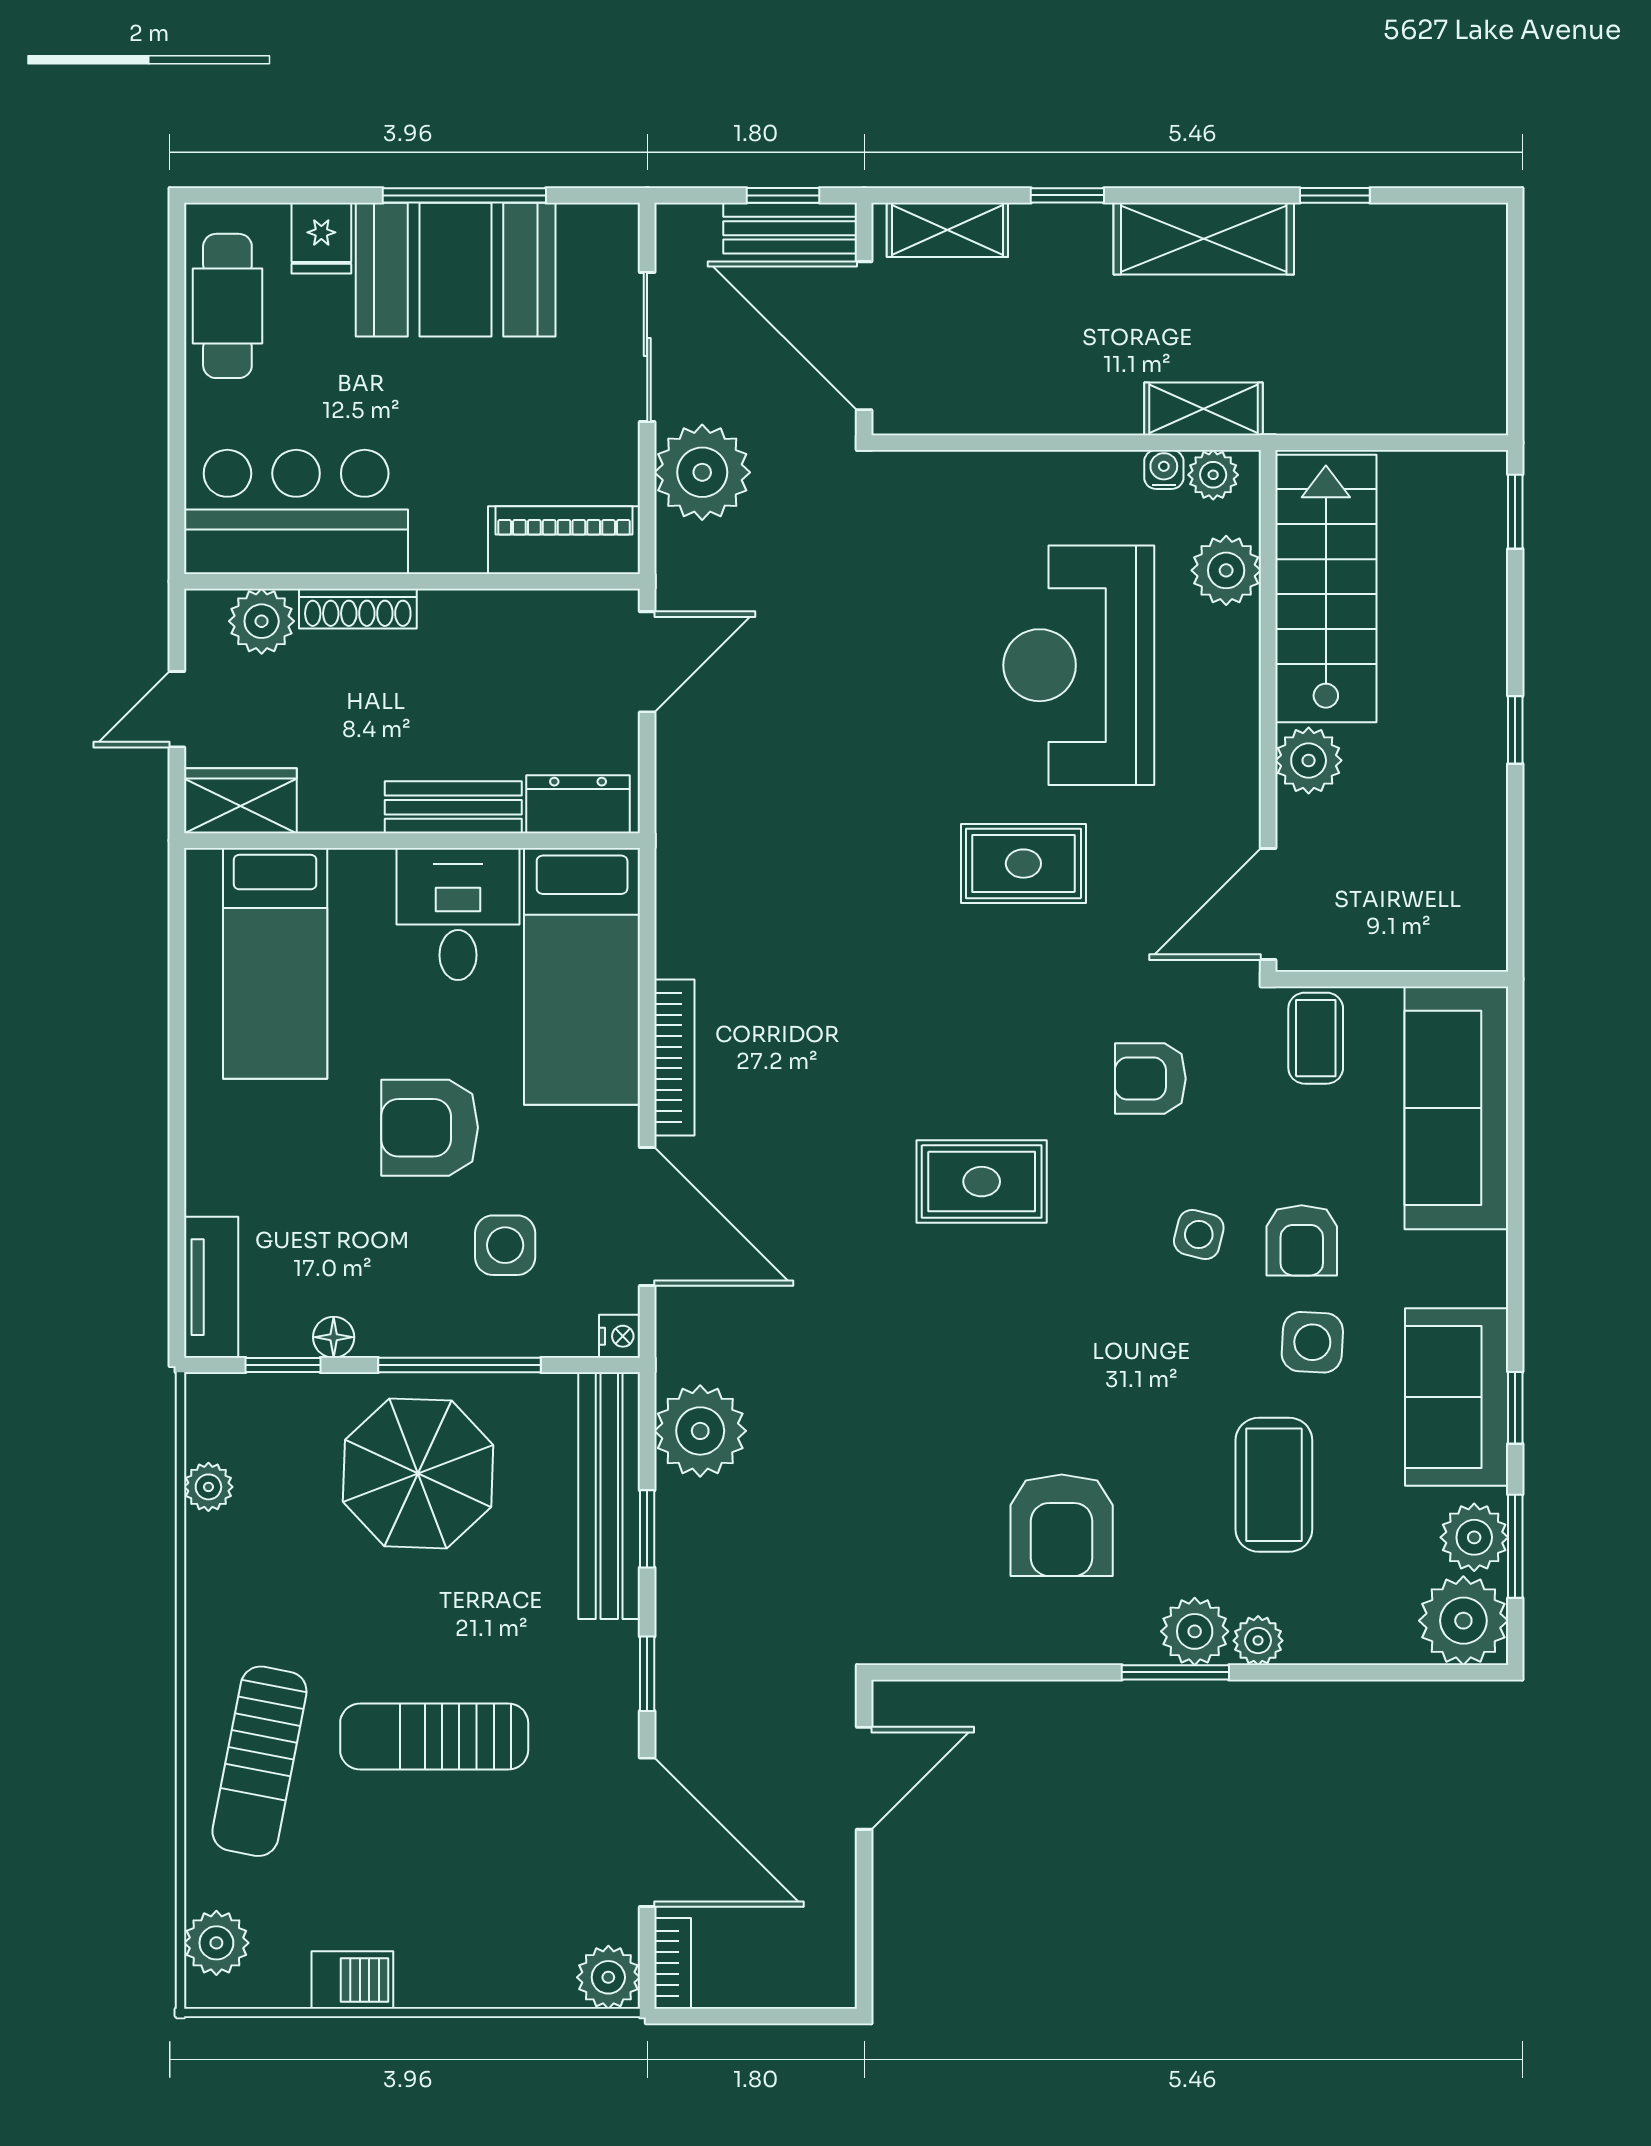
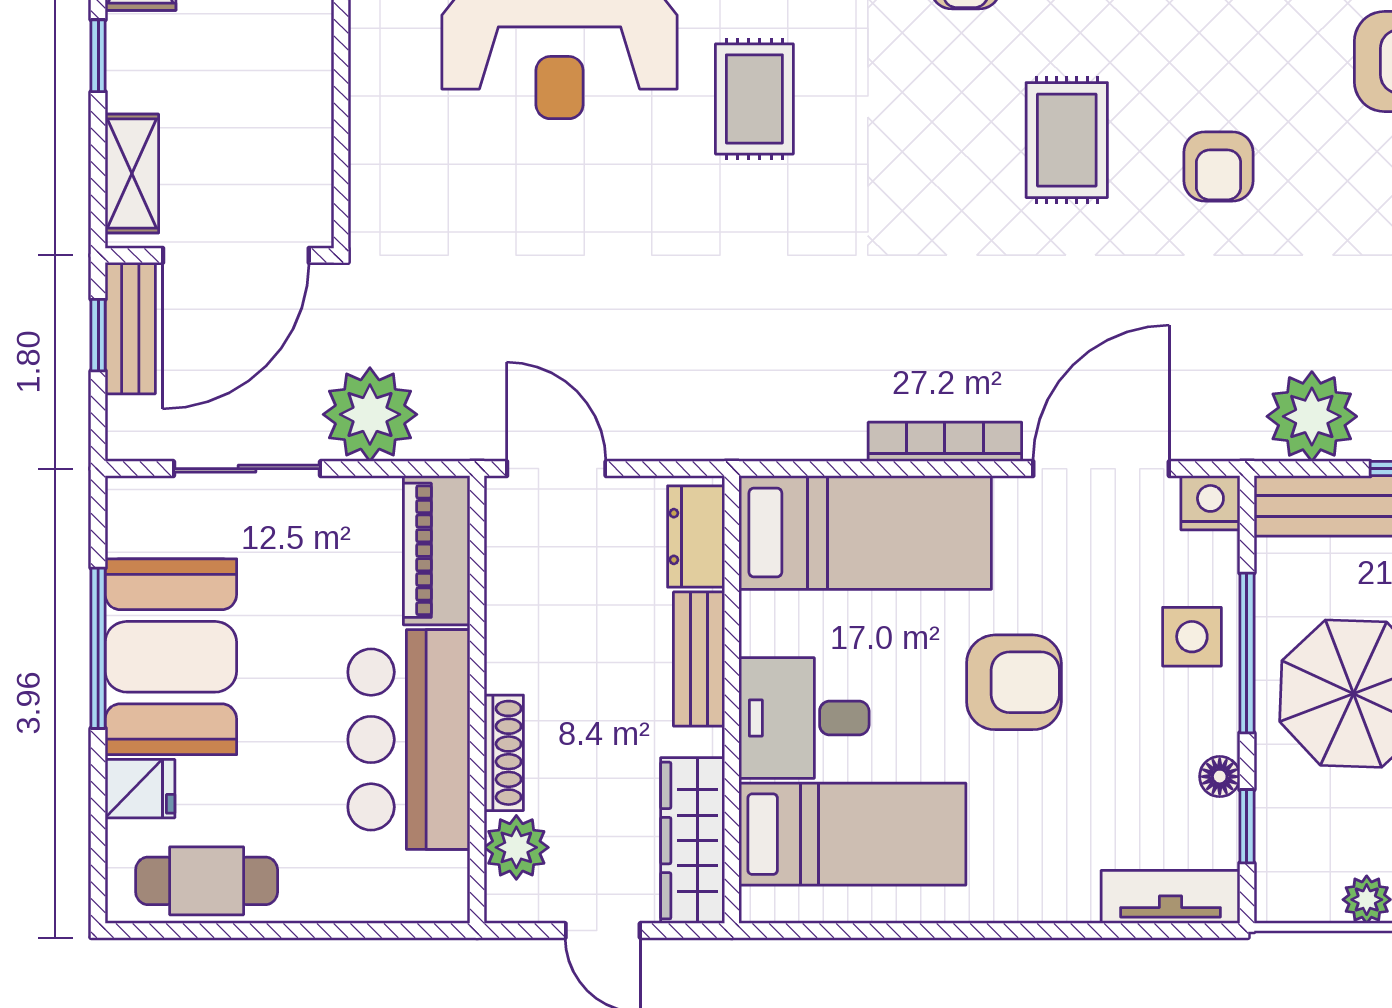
bar counter: (296, 512) -> (409, 740), moved
wardrobe: (240, 801) -> (693, 841), width x1.50
desk: (458, 914) -> (804, 718), moved
armchair: (430, 1128) -> (1014, 682), turned -90
side table: (505, 1245) -> (1192, 637), moved
nightstand: (620, 1336) -> (1210, 503), width x1.39, depth x1.35
armchair: (955, 1336) -> (1219, 167), added

